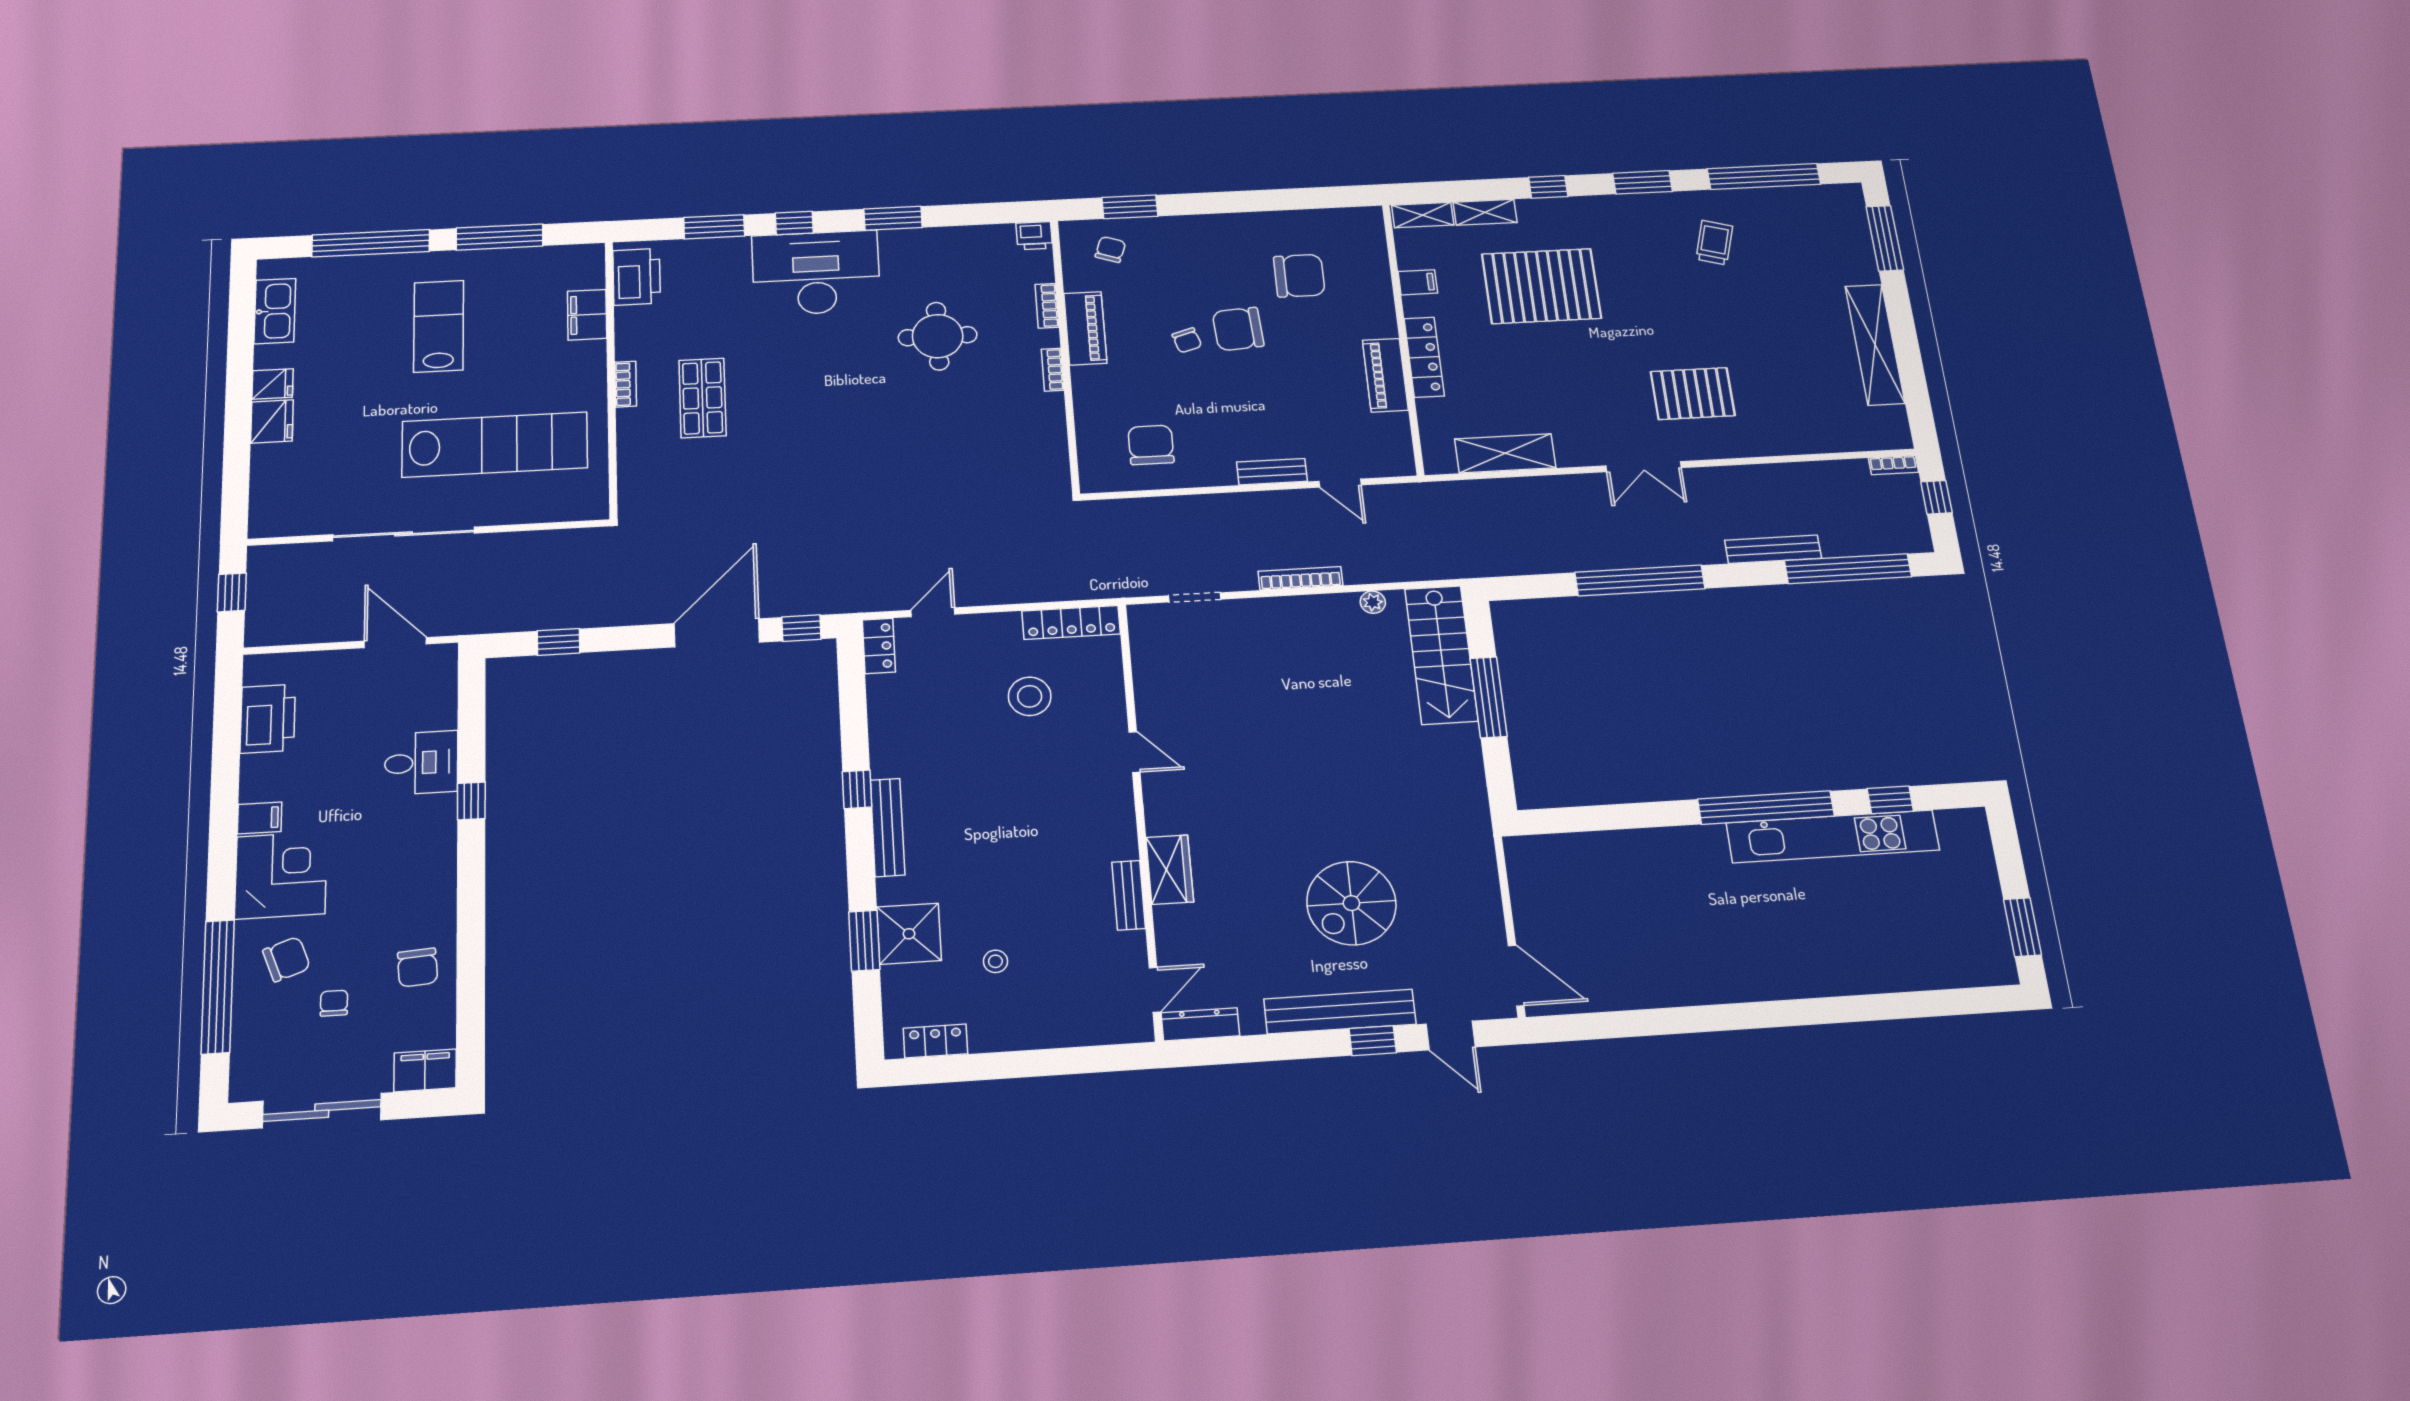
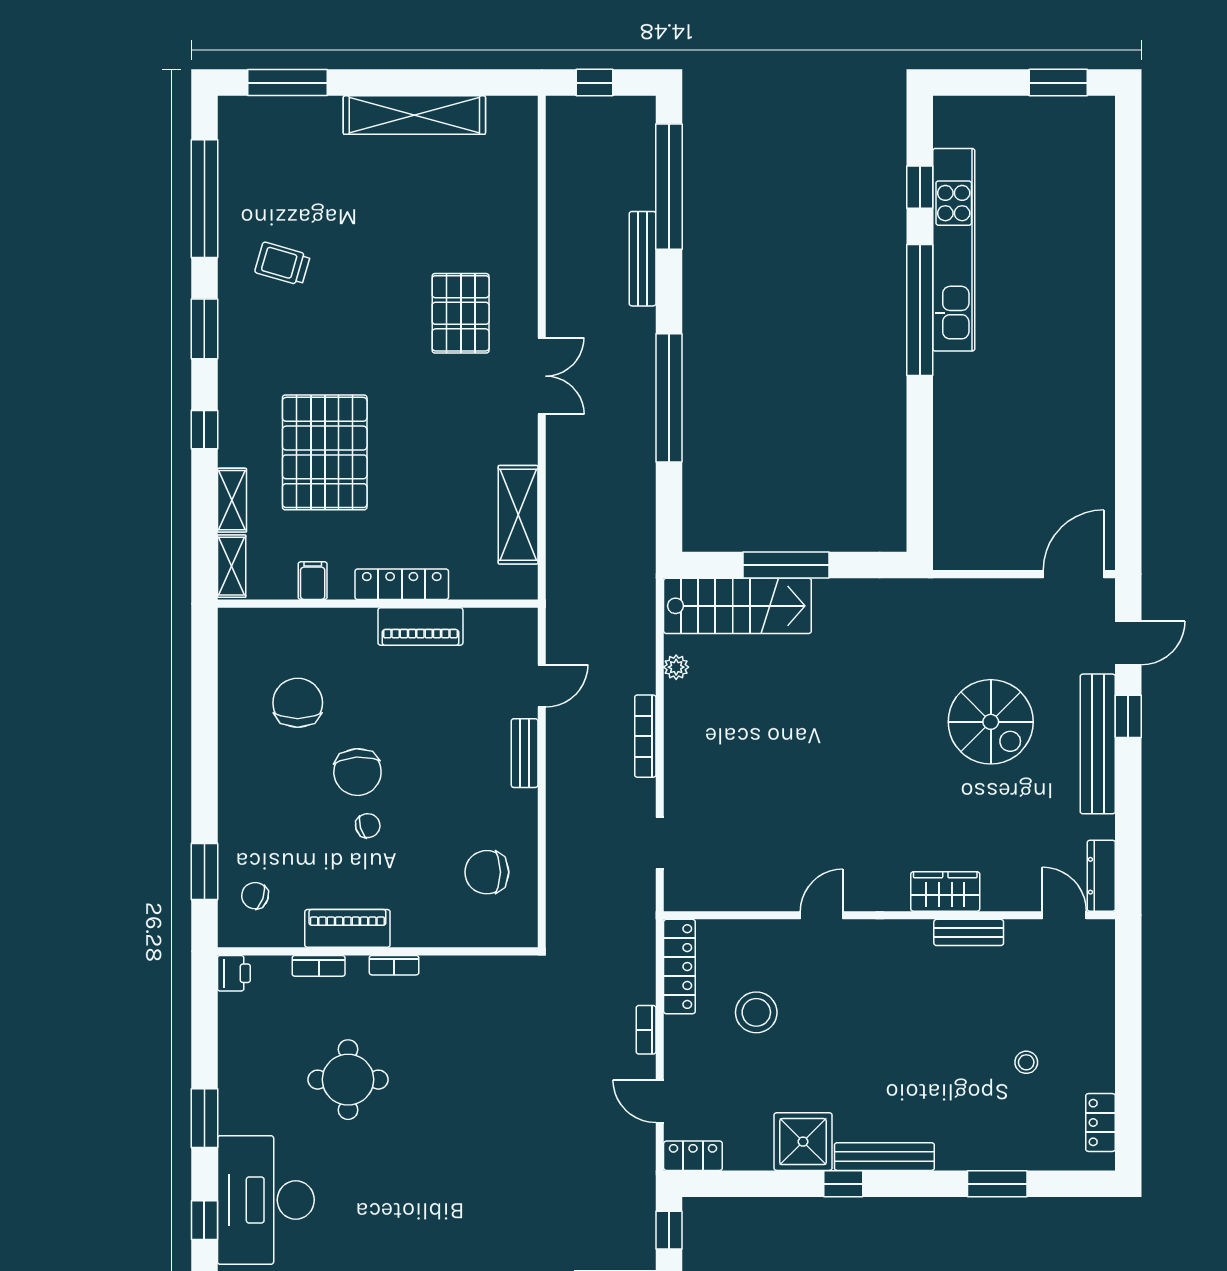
bookcase: (1893, 465) -> (646, 1030), moved, turned 180
shower: (909, 934) -> (803, 1142), moved

